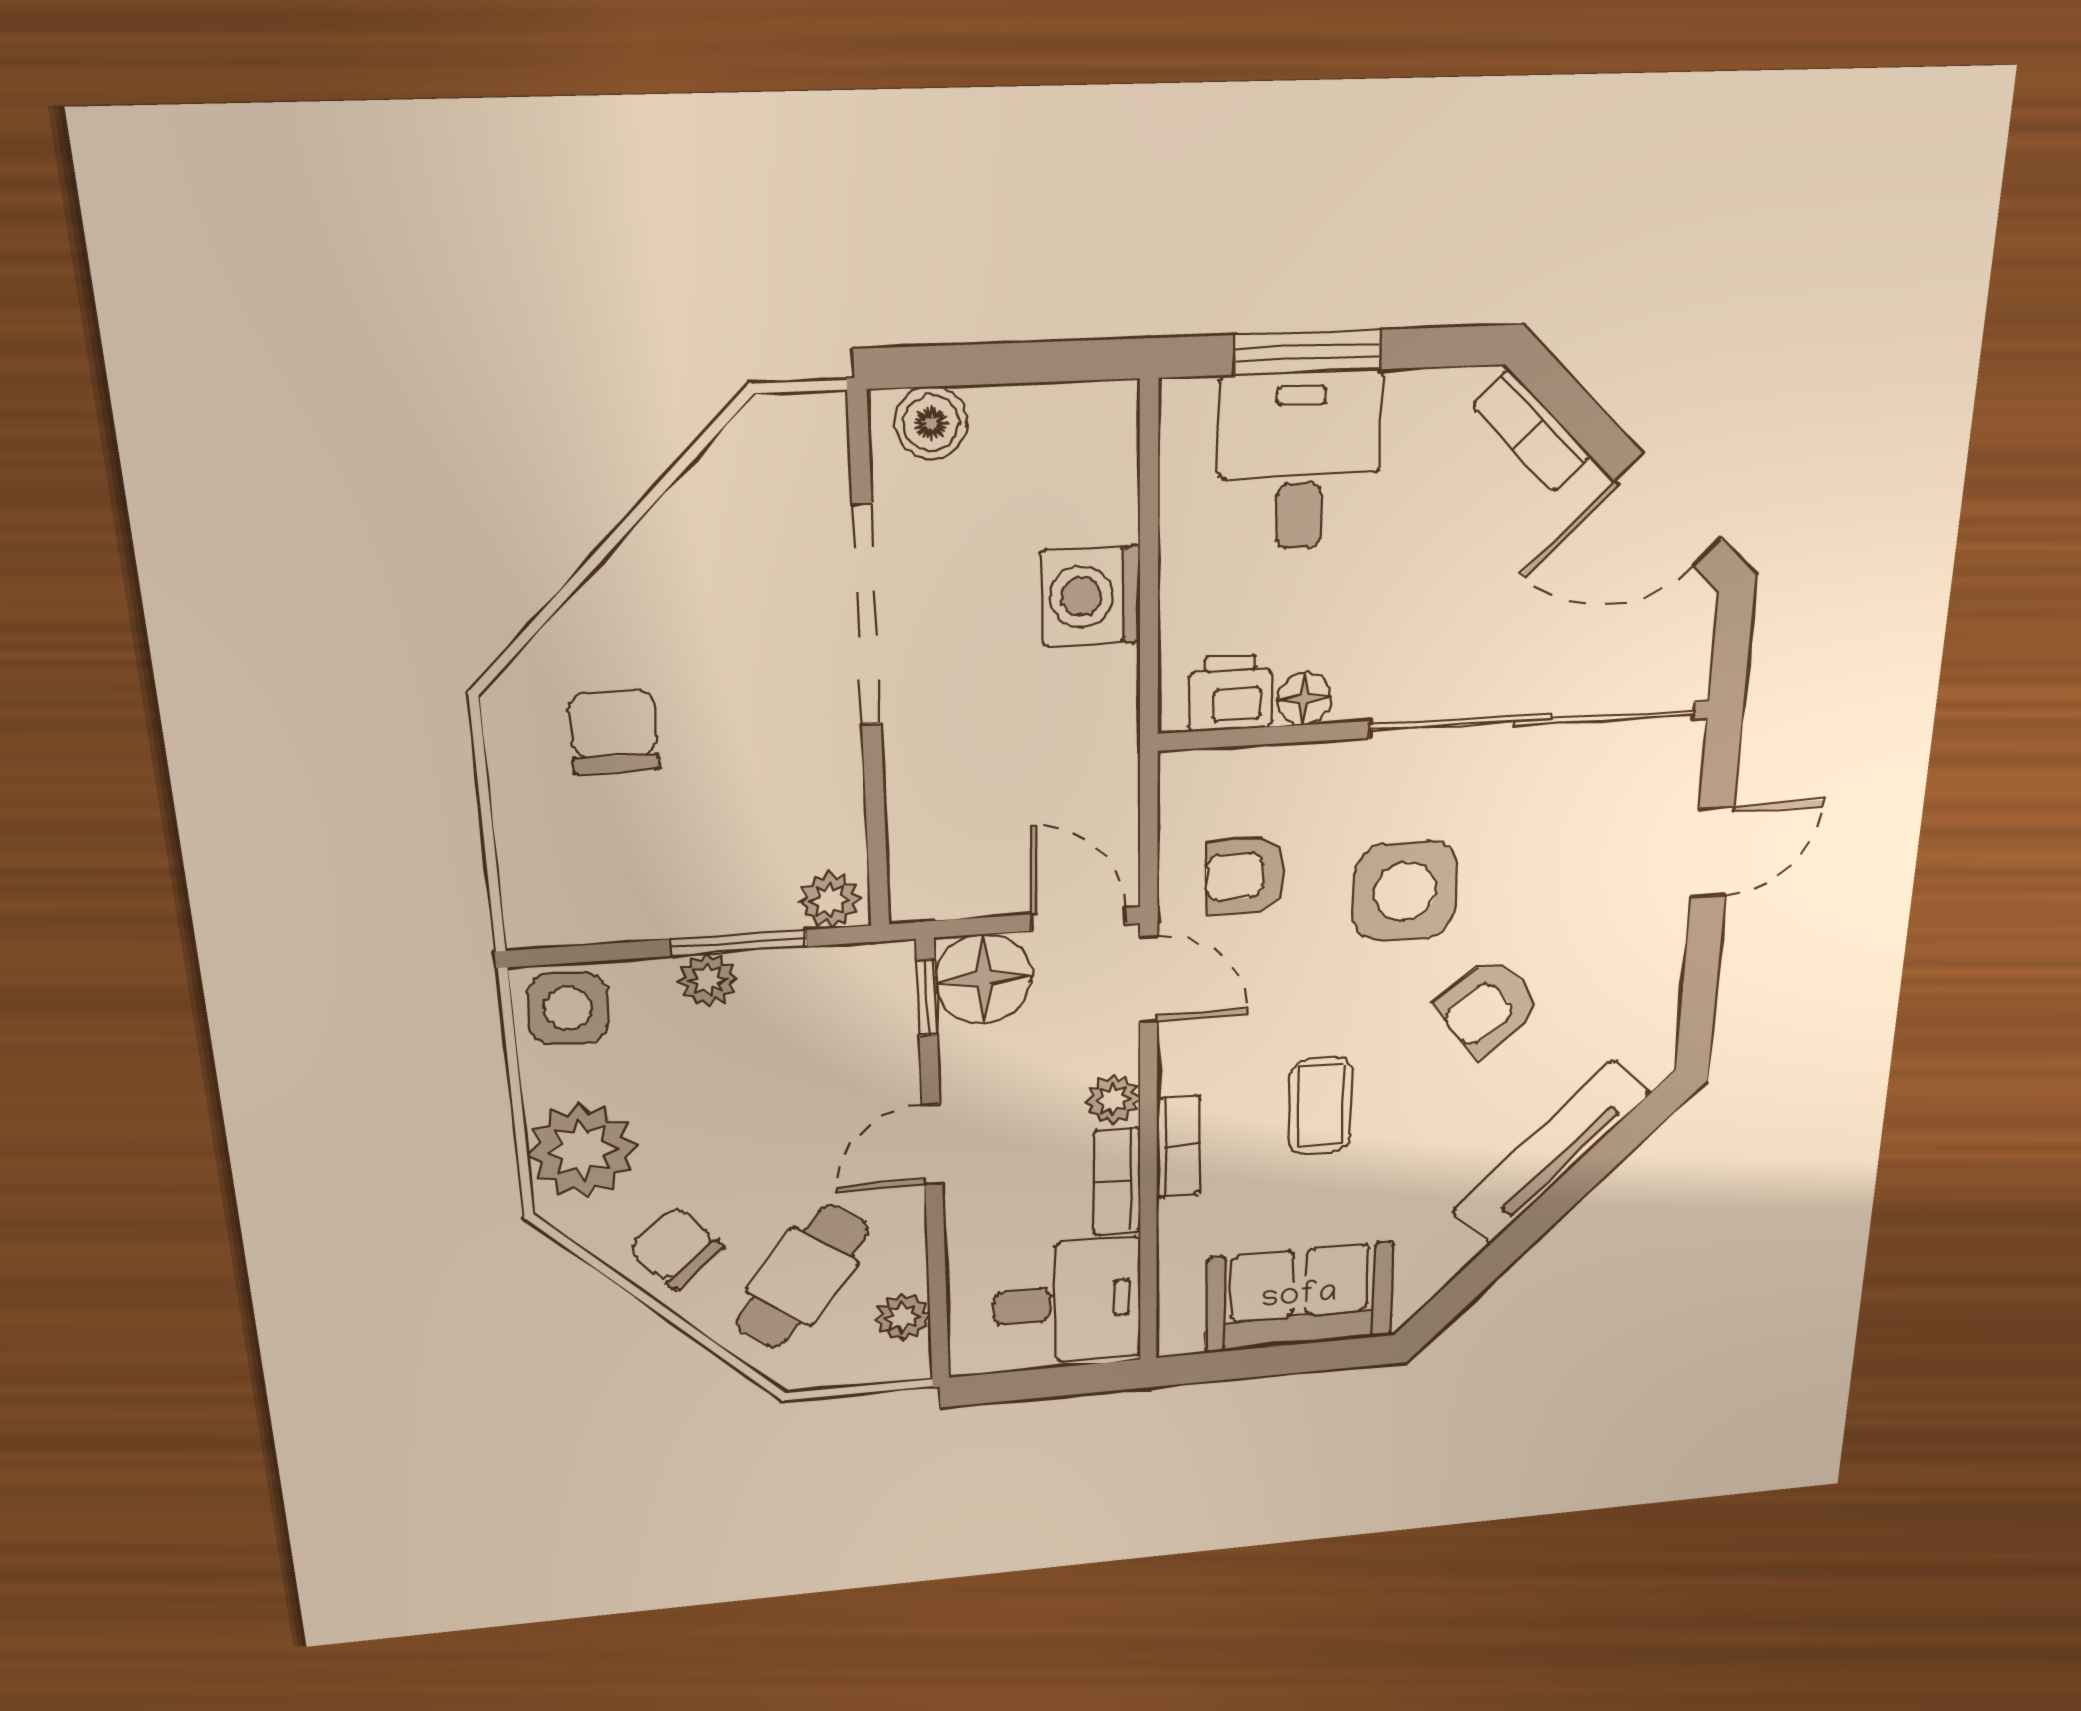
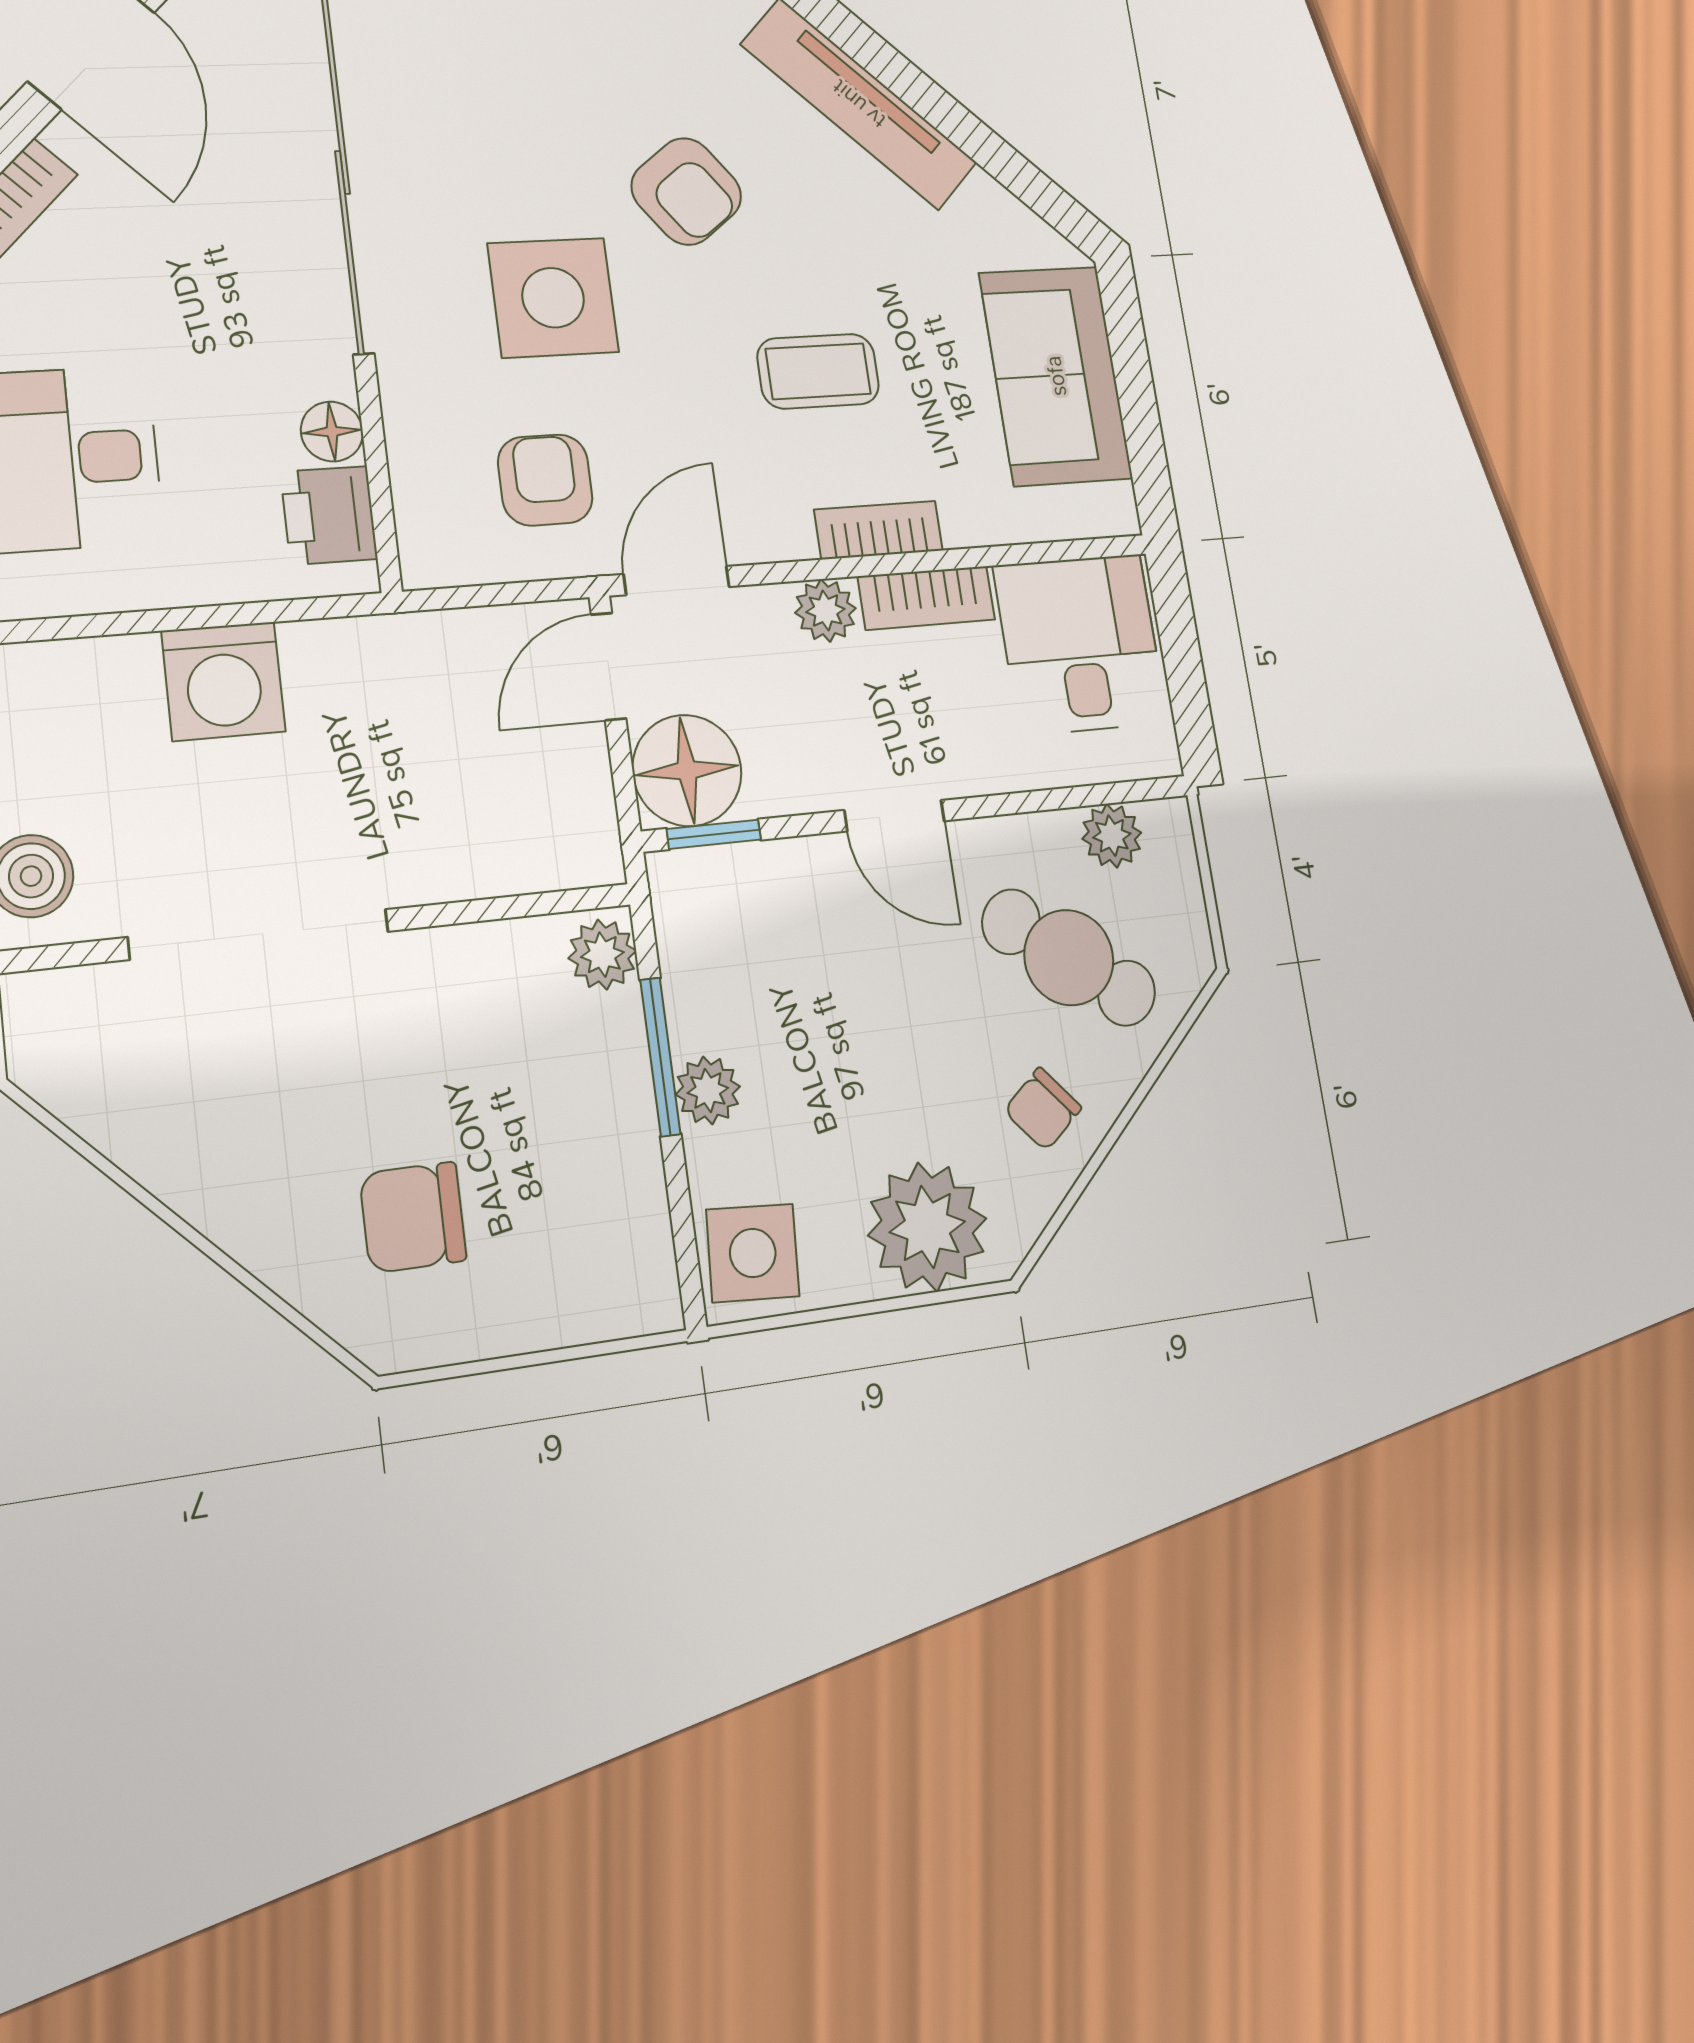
armchair: (1246, 876) -> (545, 480), turned 180
chair: (676, 1248) -> (1043, 1109), width x0.73, depth x0.73

